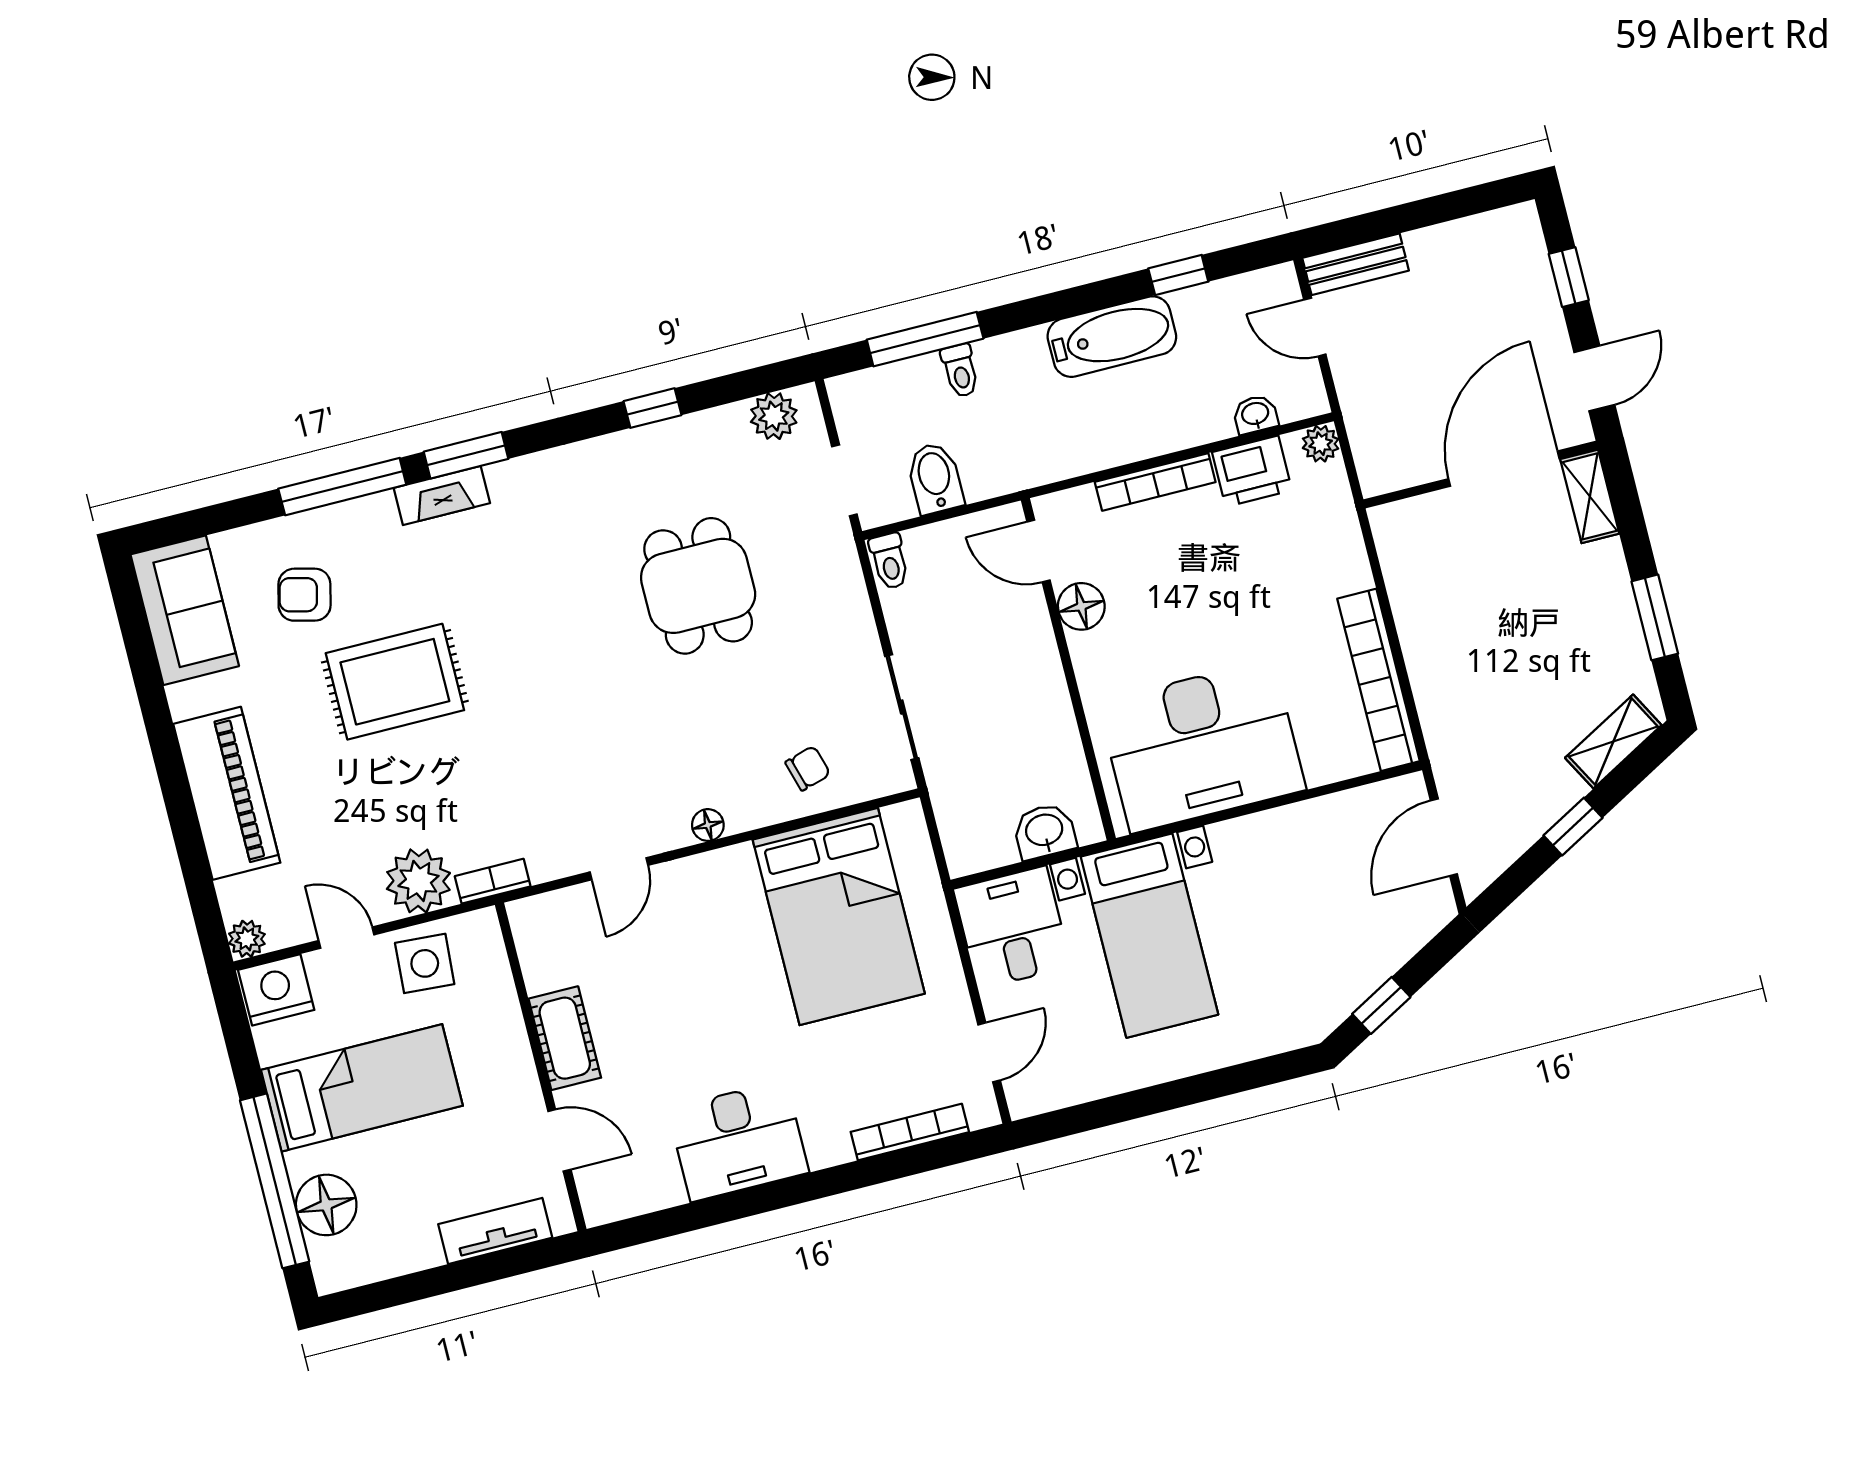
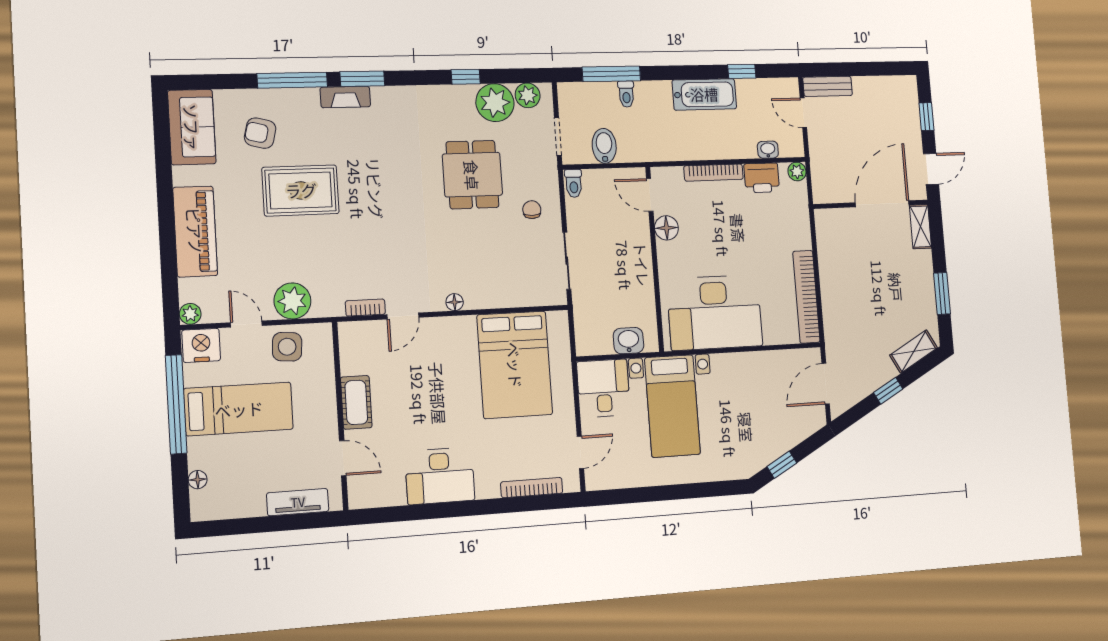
plant: (715, 444) -> (495, 103), added
chair: (808, 768) -> (532, 210), moved, turned -74
bookcase: (493, 881) -> (365, 308), moved
window: (275, 1181) -> (176, 404), moved
floor lamp: (326, 1205) -> (198, 480), width x0.53, depth x0.53

